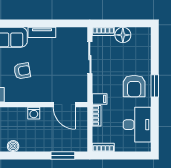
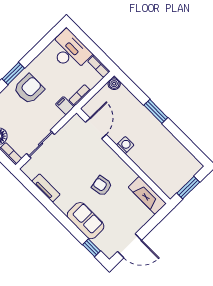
tv unit: (42, 32) -> (46, 188), moved
desk: (137, 125) -> (70, 51), moved, turned 90
boiler: (13, 146) -> (114, 84), moved
window: (63, 155) -> (156, 111), moved

